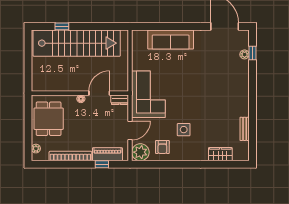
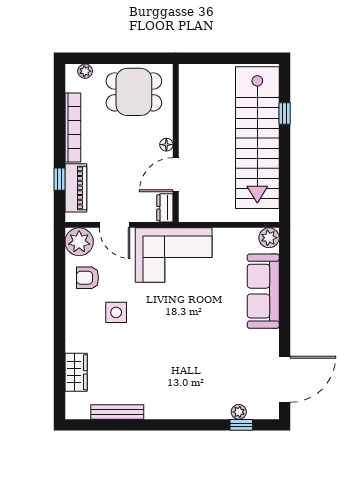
plant: (138, 36) -> (269, 238), added
door: (99, 93) -> (176, 175), swing flipped
bench: (245, 129) -> (117, 412), width x1.36

